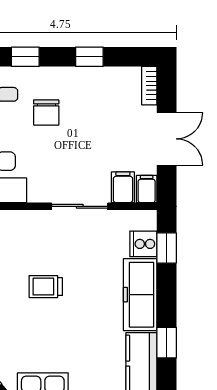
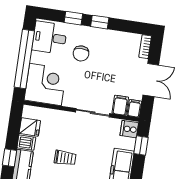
window: (89, 57) -> (100, 22), moved
cooker: (143, 244) -> (129, 129), moved
trolley: (46, 287) -> (65, 158), turned 180

